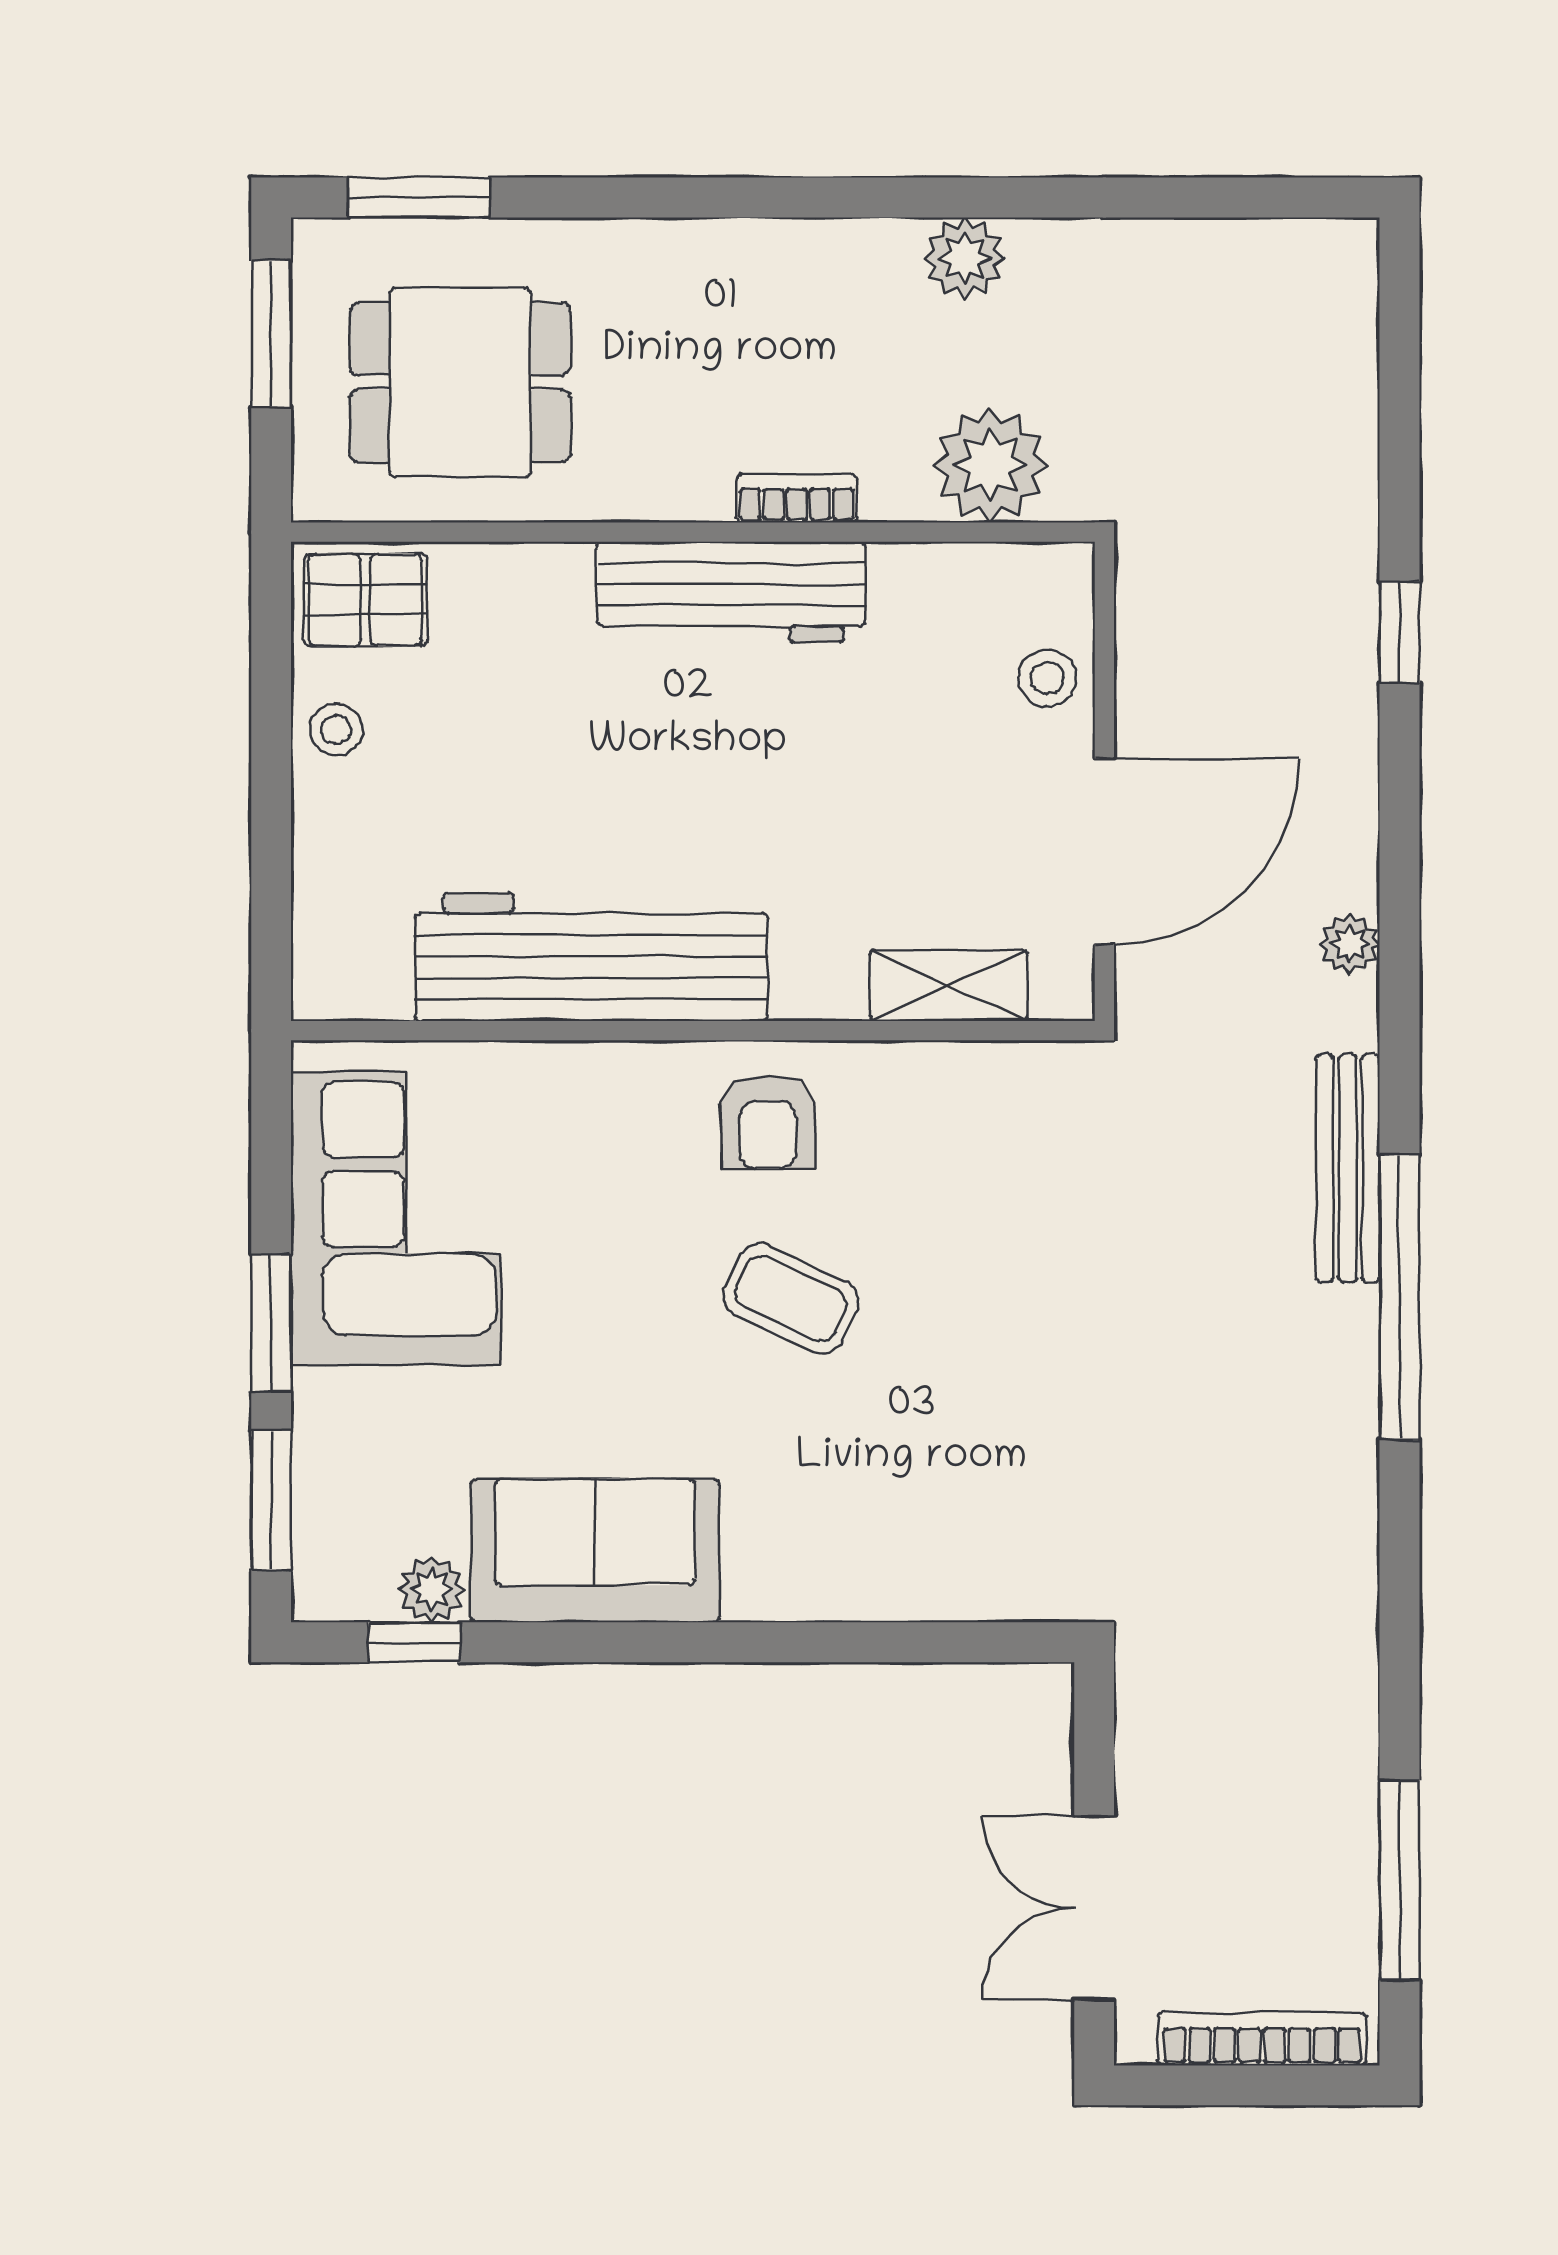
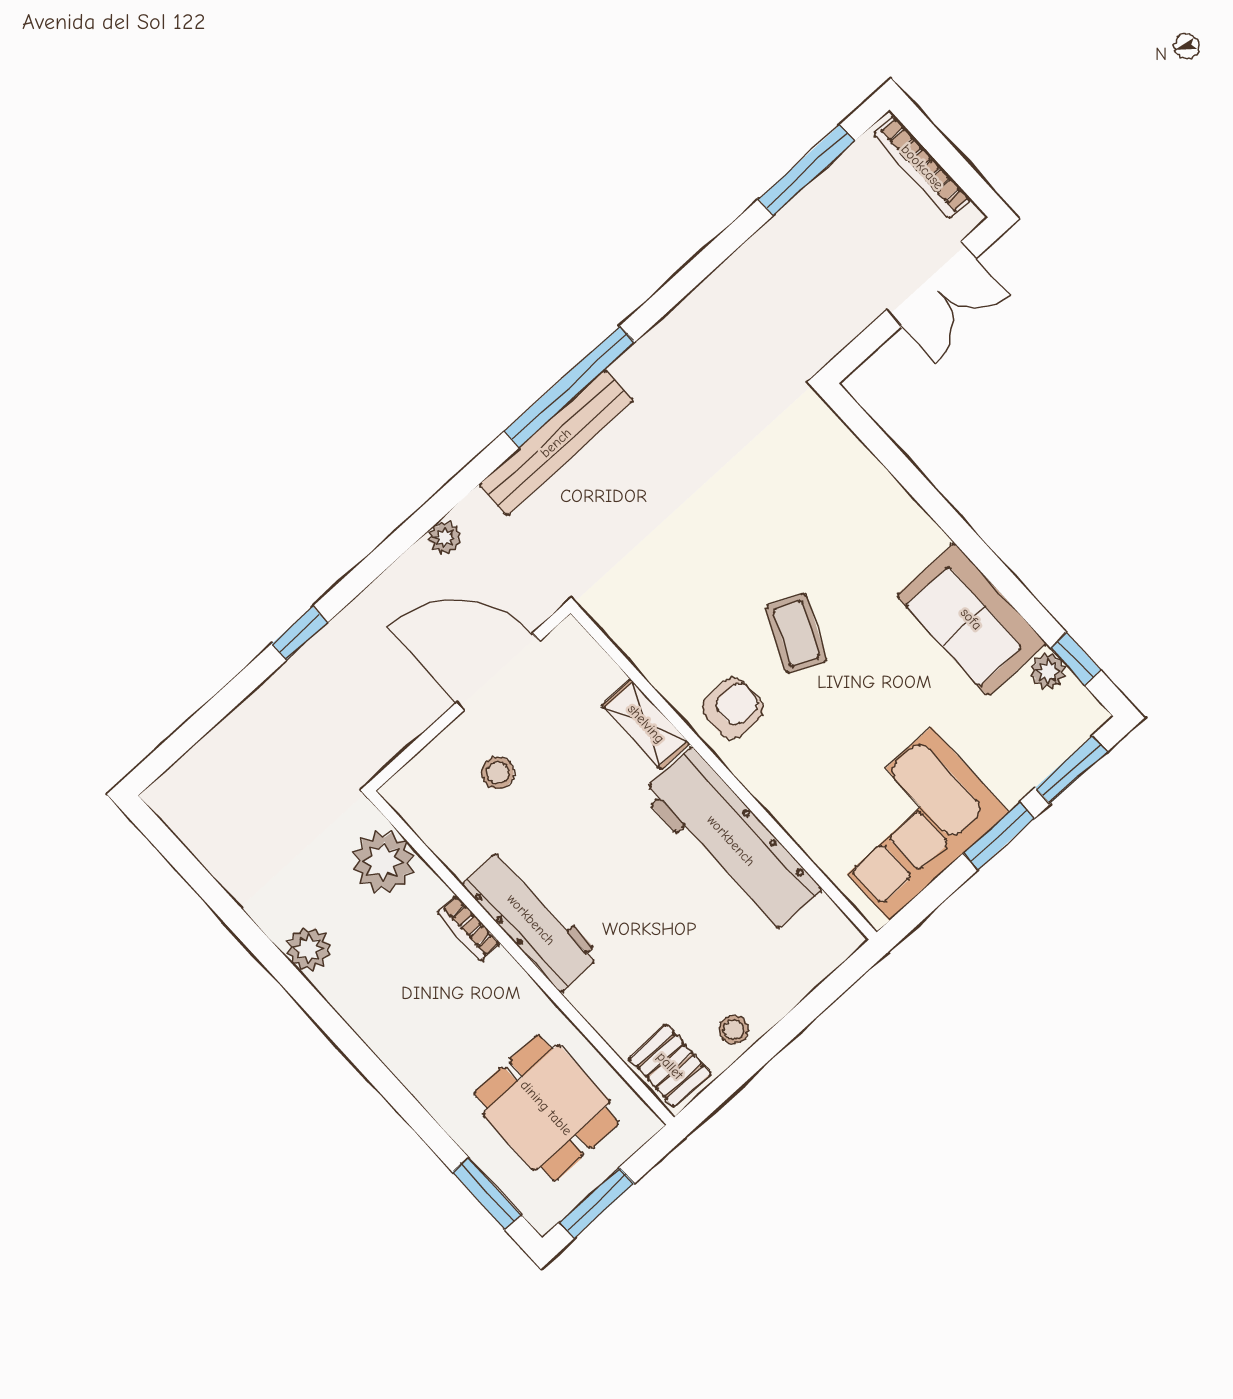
stool: (1047, 678) -> (498, 773), moved
shelving: (949, 986) -> (646, 724), moved
bench: (1348, 1168) -> (556, 443), width x1.37, depth x1.21

